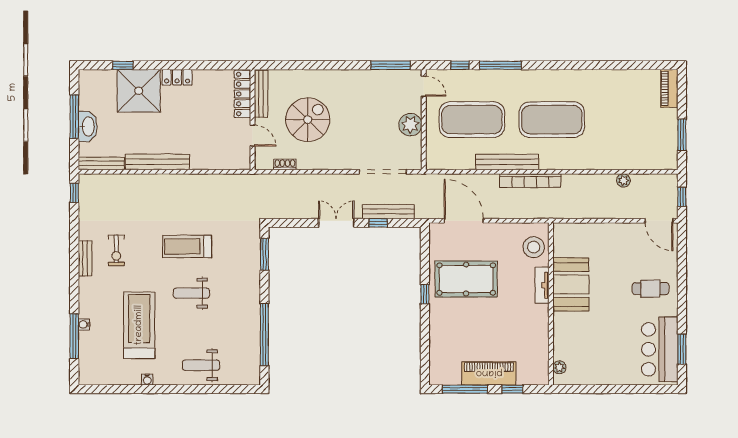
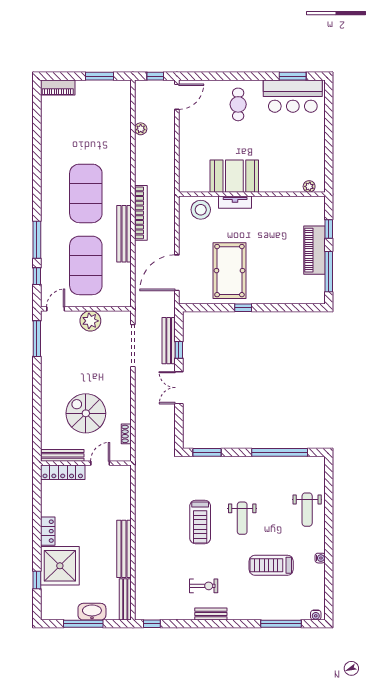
water cooler: (84, 324) -> (316, 615), moved
treadmill: (139, 325) -> (271, 565), width x0.73, depth x0.73

